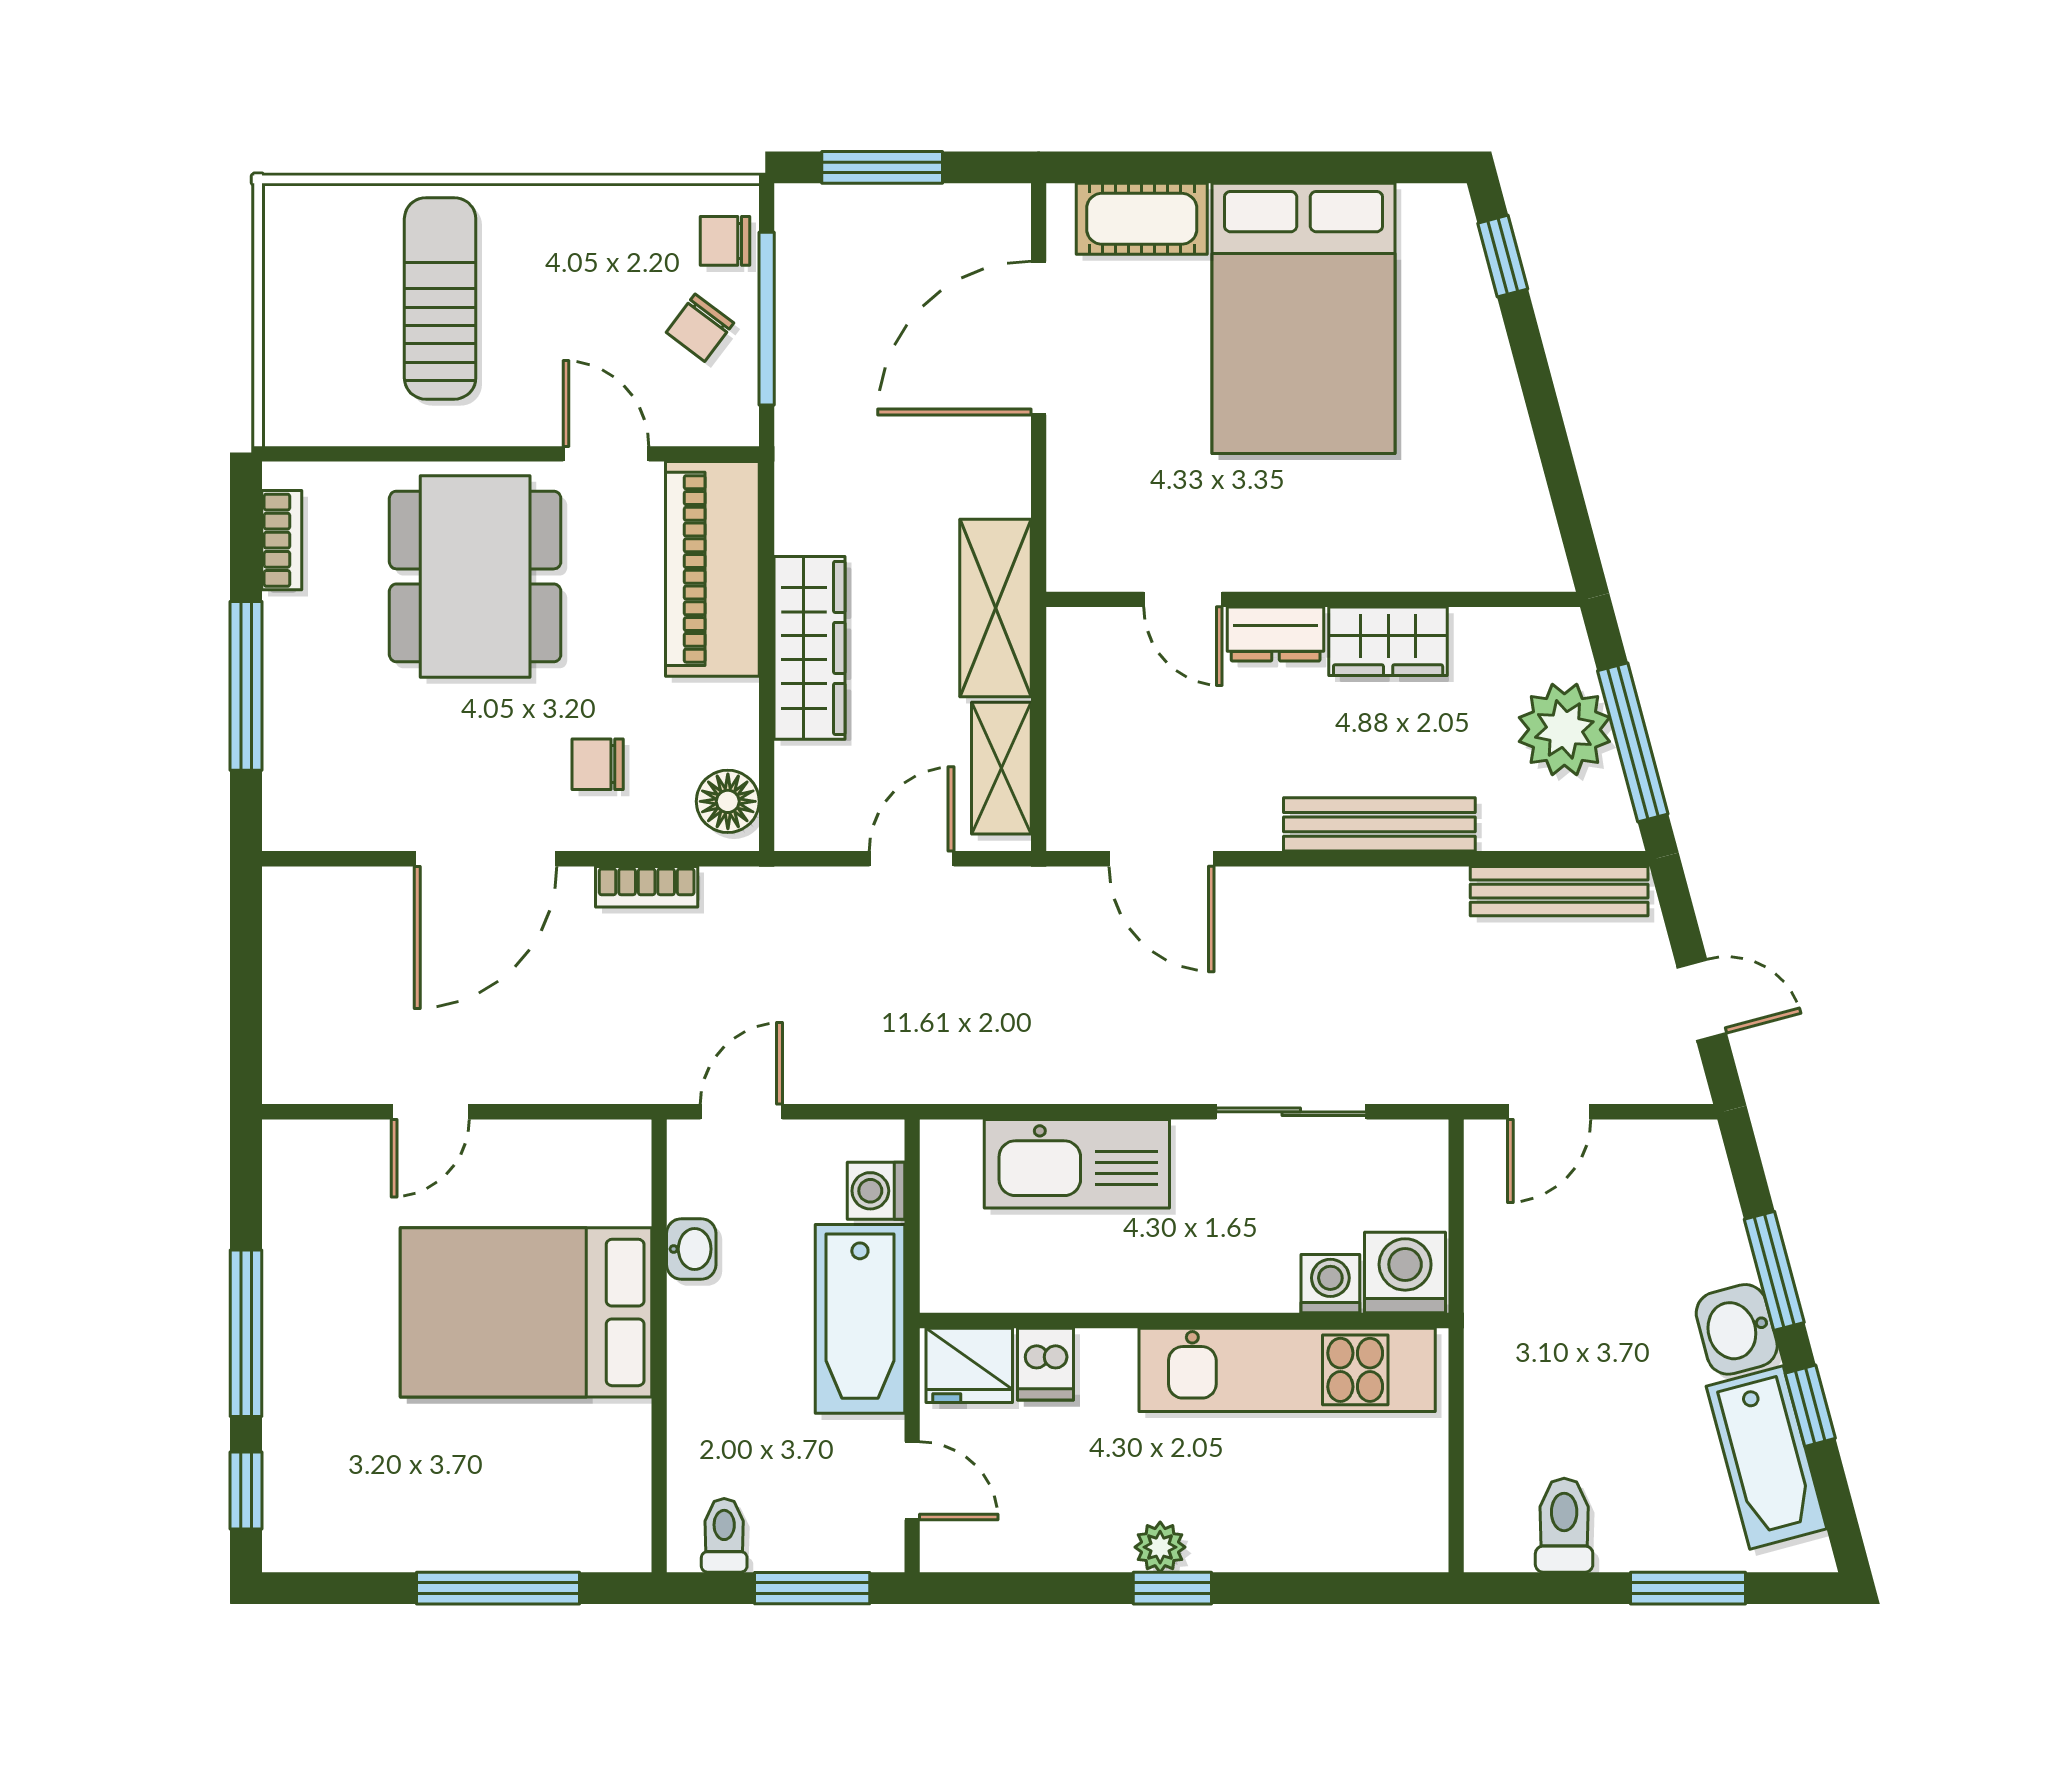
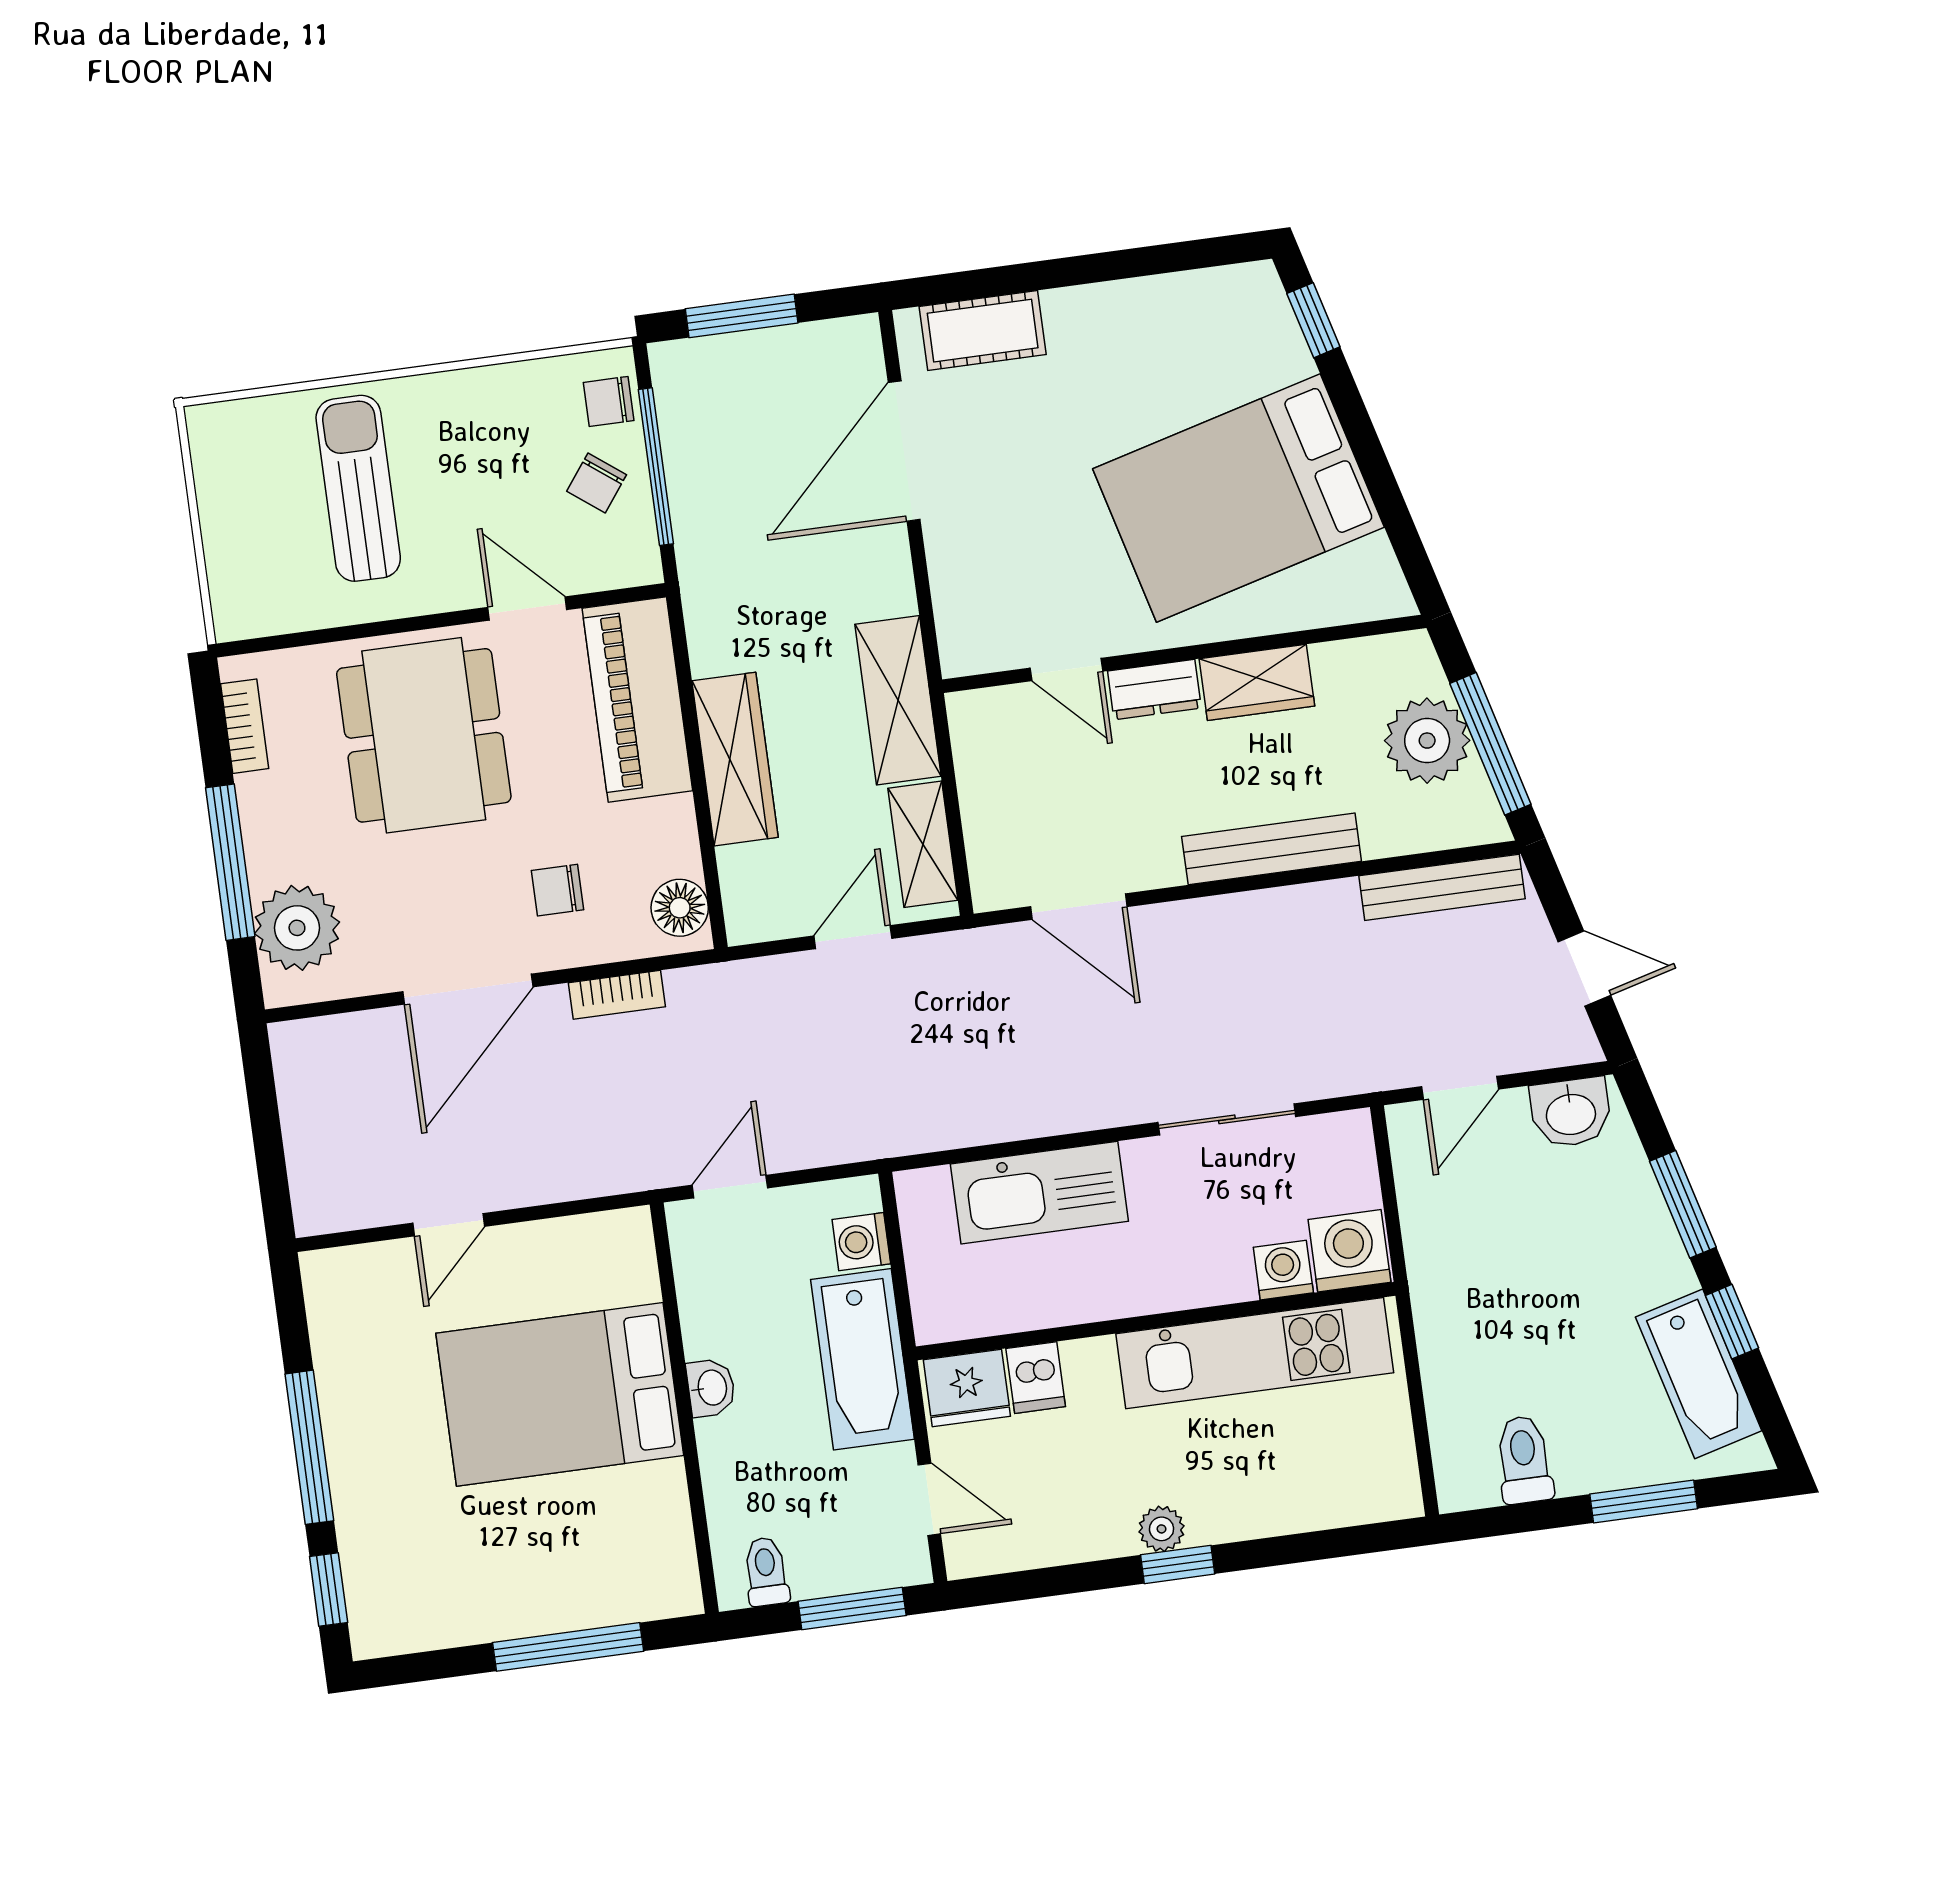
bed: (1304, 318) -> (1238, 498), moved, turned 75
plant: (309, 767) -> (297, 928), added
washbasin: (691, 1249) -> (711, 1388), moved
washbasin: (1737, 1329) -> (1571, 1113), moved, turned -75

